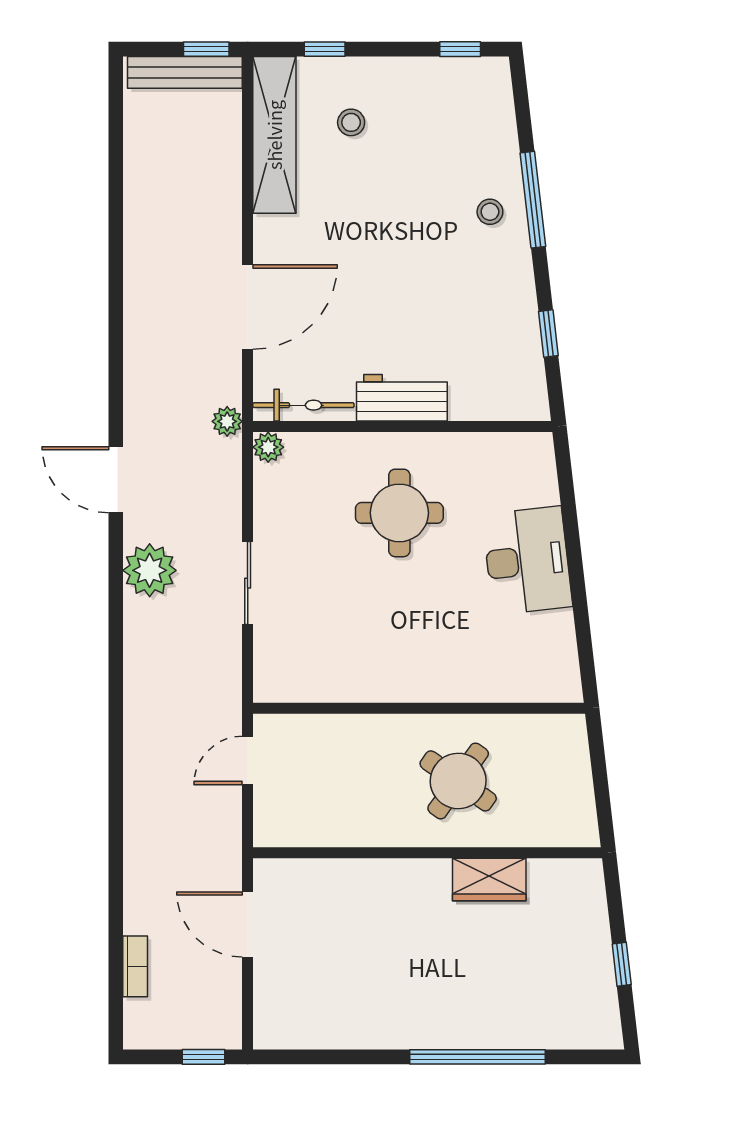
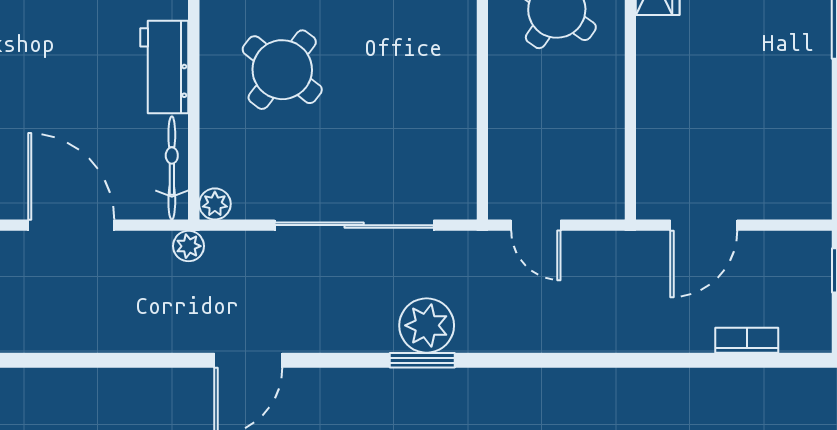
round table: (399, 513) -> (282, 70), turned 38
plant: (150, 570) -> (427, 325), moved
sliding door: (248, 583) -> (354, 225), width x1.86
window: (116, 650) -> (422, 360), added

